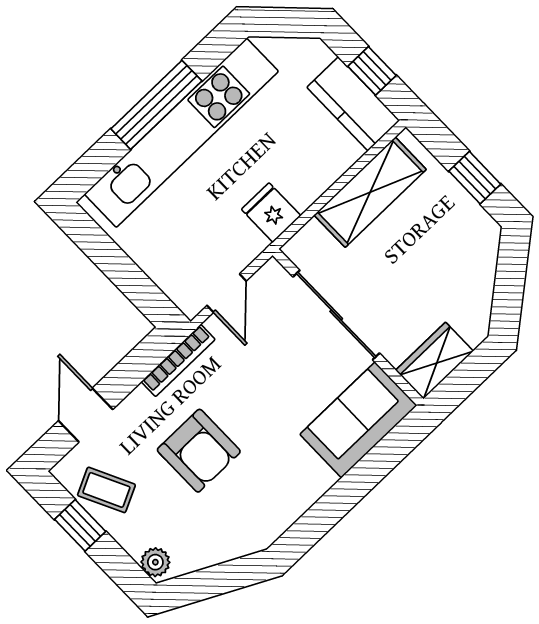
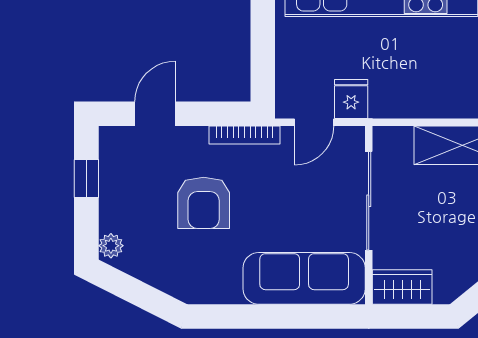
fridge: (271, 213) -> (351, 99), moved
sofa: (358, 420) -> (304, 278), width x1.36
coffee table: (106, 490) -> (124, 172), removed

